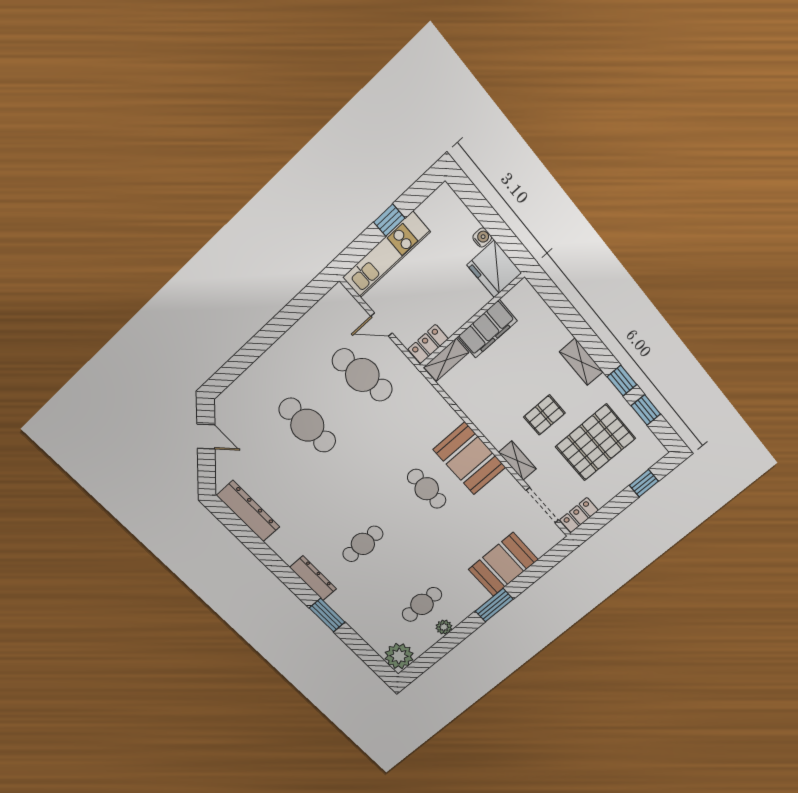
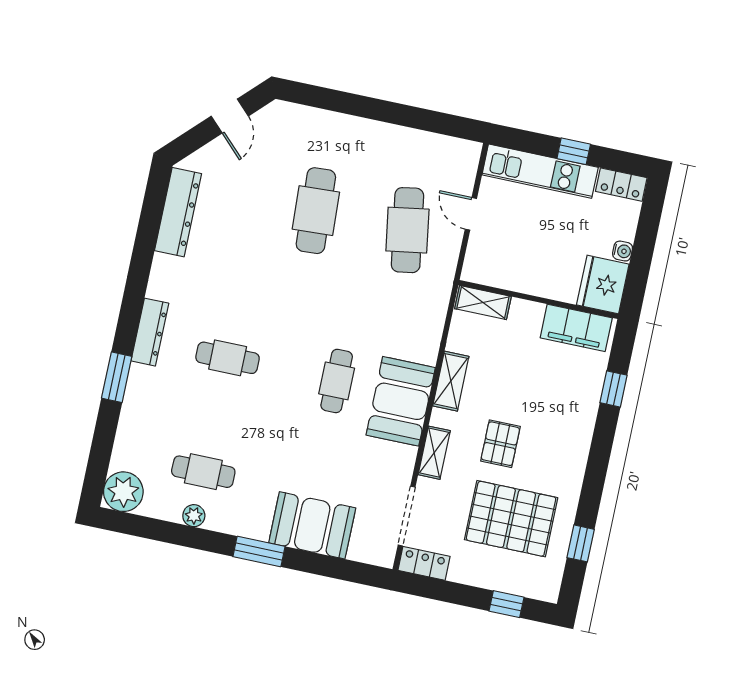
filing cabinet: (487, 329) -> (576, 328), moved
locker: (428, 344) -> (621, 185), moved, turned 180
shelving: (581, 362) -> (451, 381), moved
window: (622, 381) -> (613, 389), moved
pallet: (544, 415) -> (500, 444), turned 90

